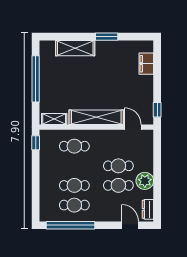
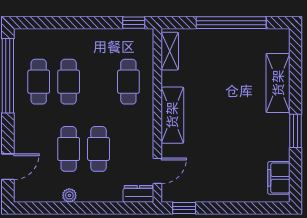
filing cabinet: (146, 64) -> (279, 178), moved, turned -90
shelving: (96, 117) -> (172, 115), width x0.68
plant: (145, 181) -> (69, 195), width x0.53, depth x0.53
dresser: (148, 209) -> (138, 194), moved

